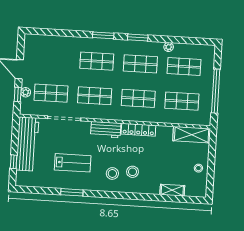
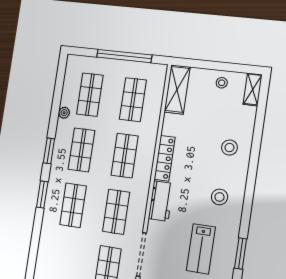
lab bench: (73, 163) -> (201, 249), turned 180
stool: (133, 172) -> (229, 148), moved
shelving: (172, 190) -> (253, 89), moved

